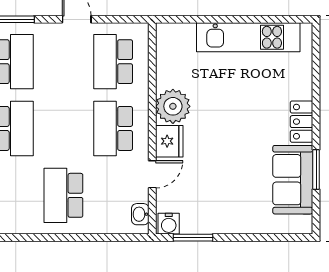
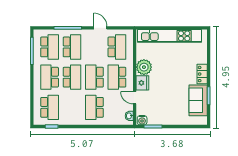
kitchen unit: (248, 37) -> (170, 36), width x1.36
school desk: (113, 62) -> (117, 47), turned 180
school desk: (63, 128) -> (94, 77), added
door: (152, 174) -> (135, 98), swing flipped

